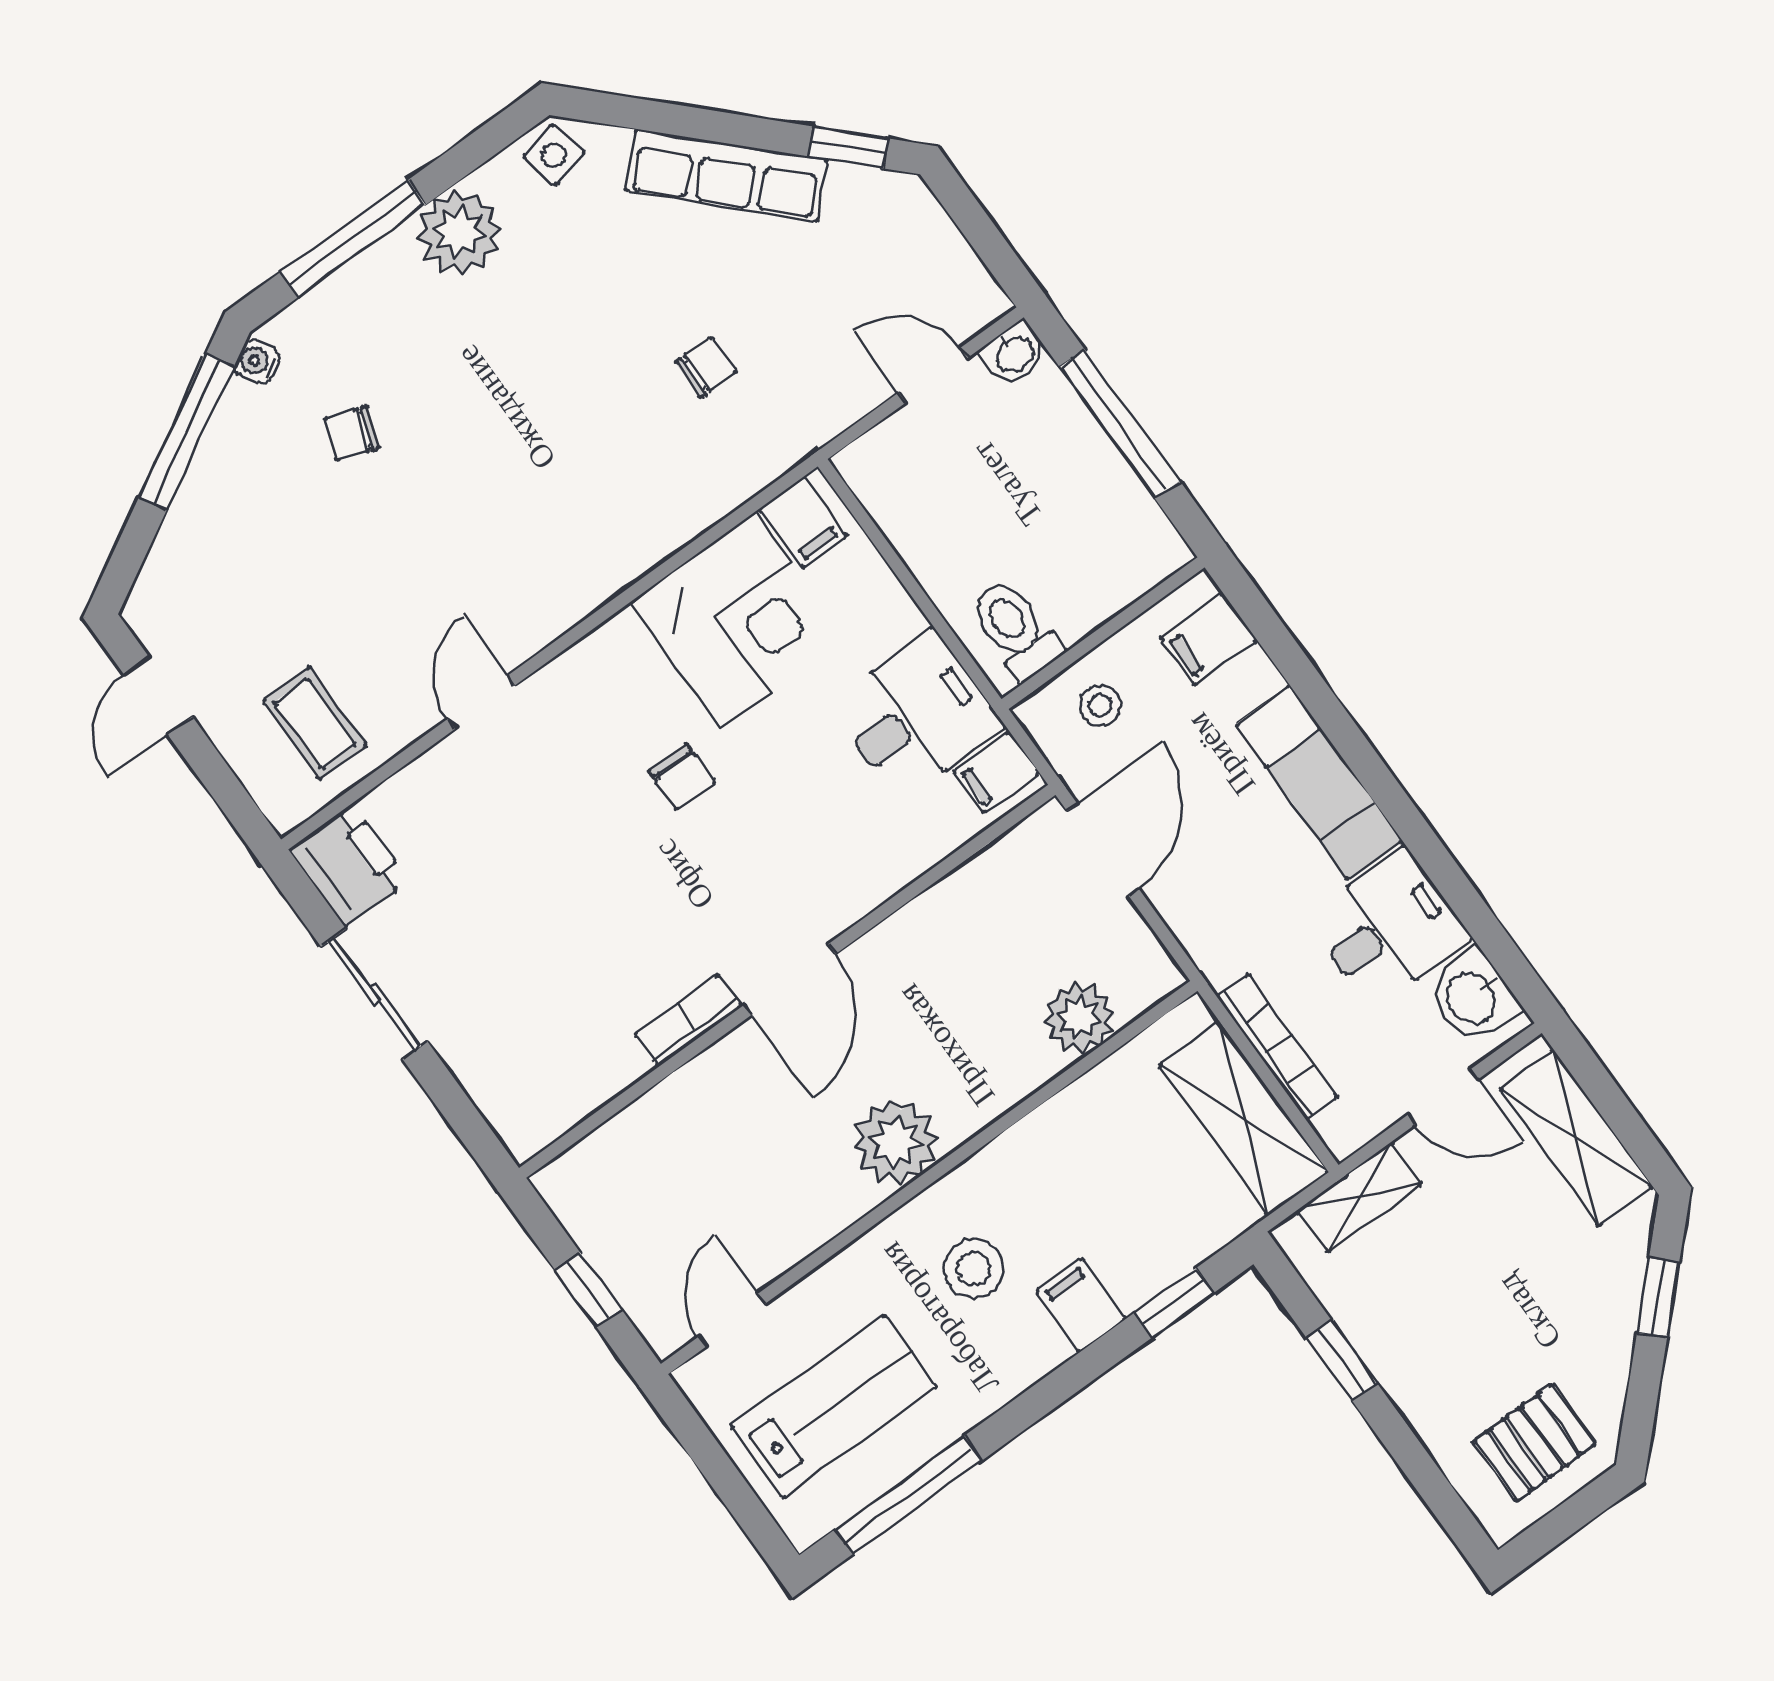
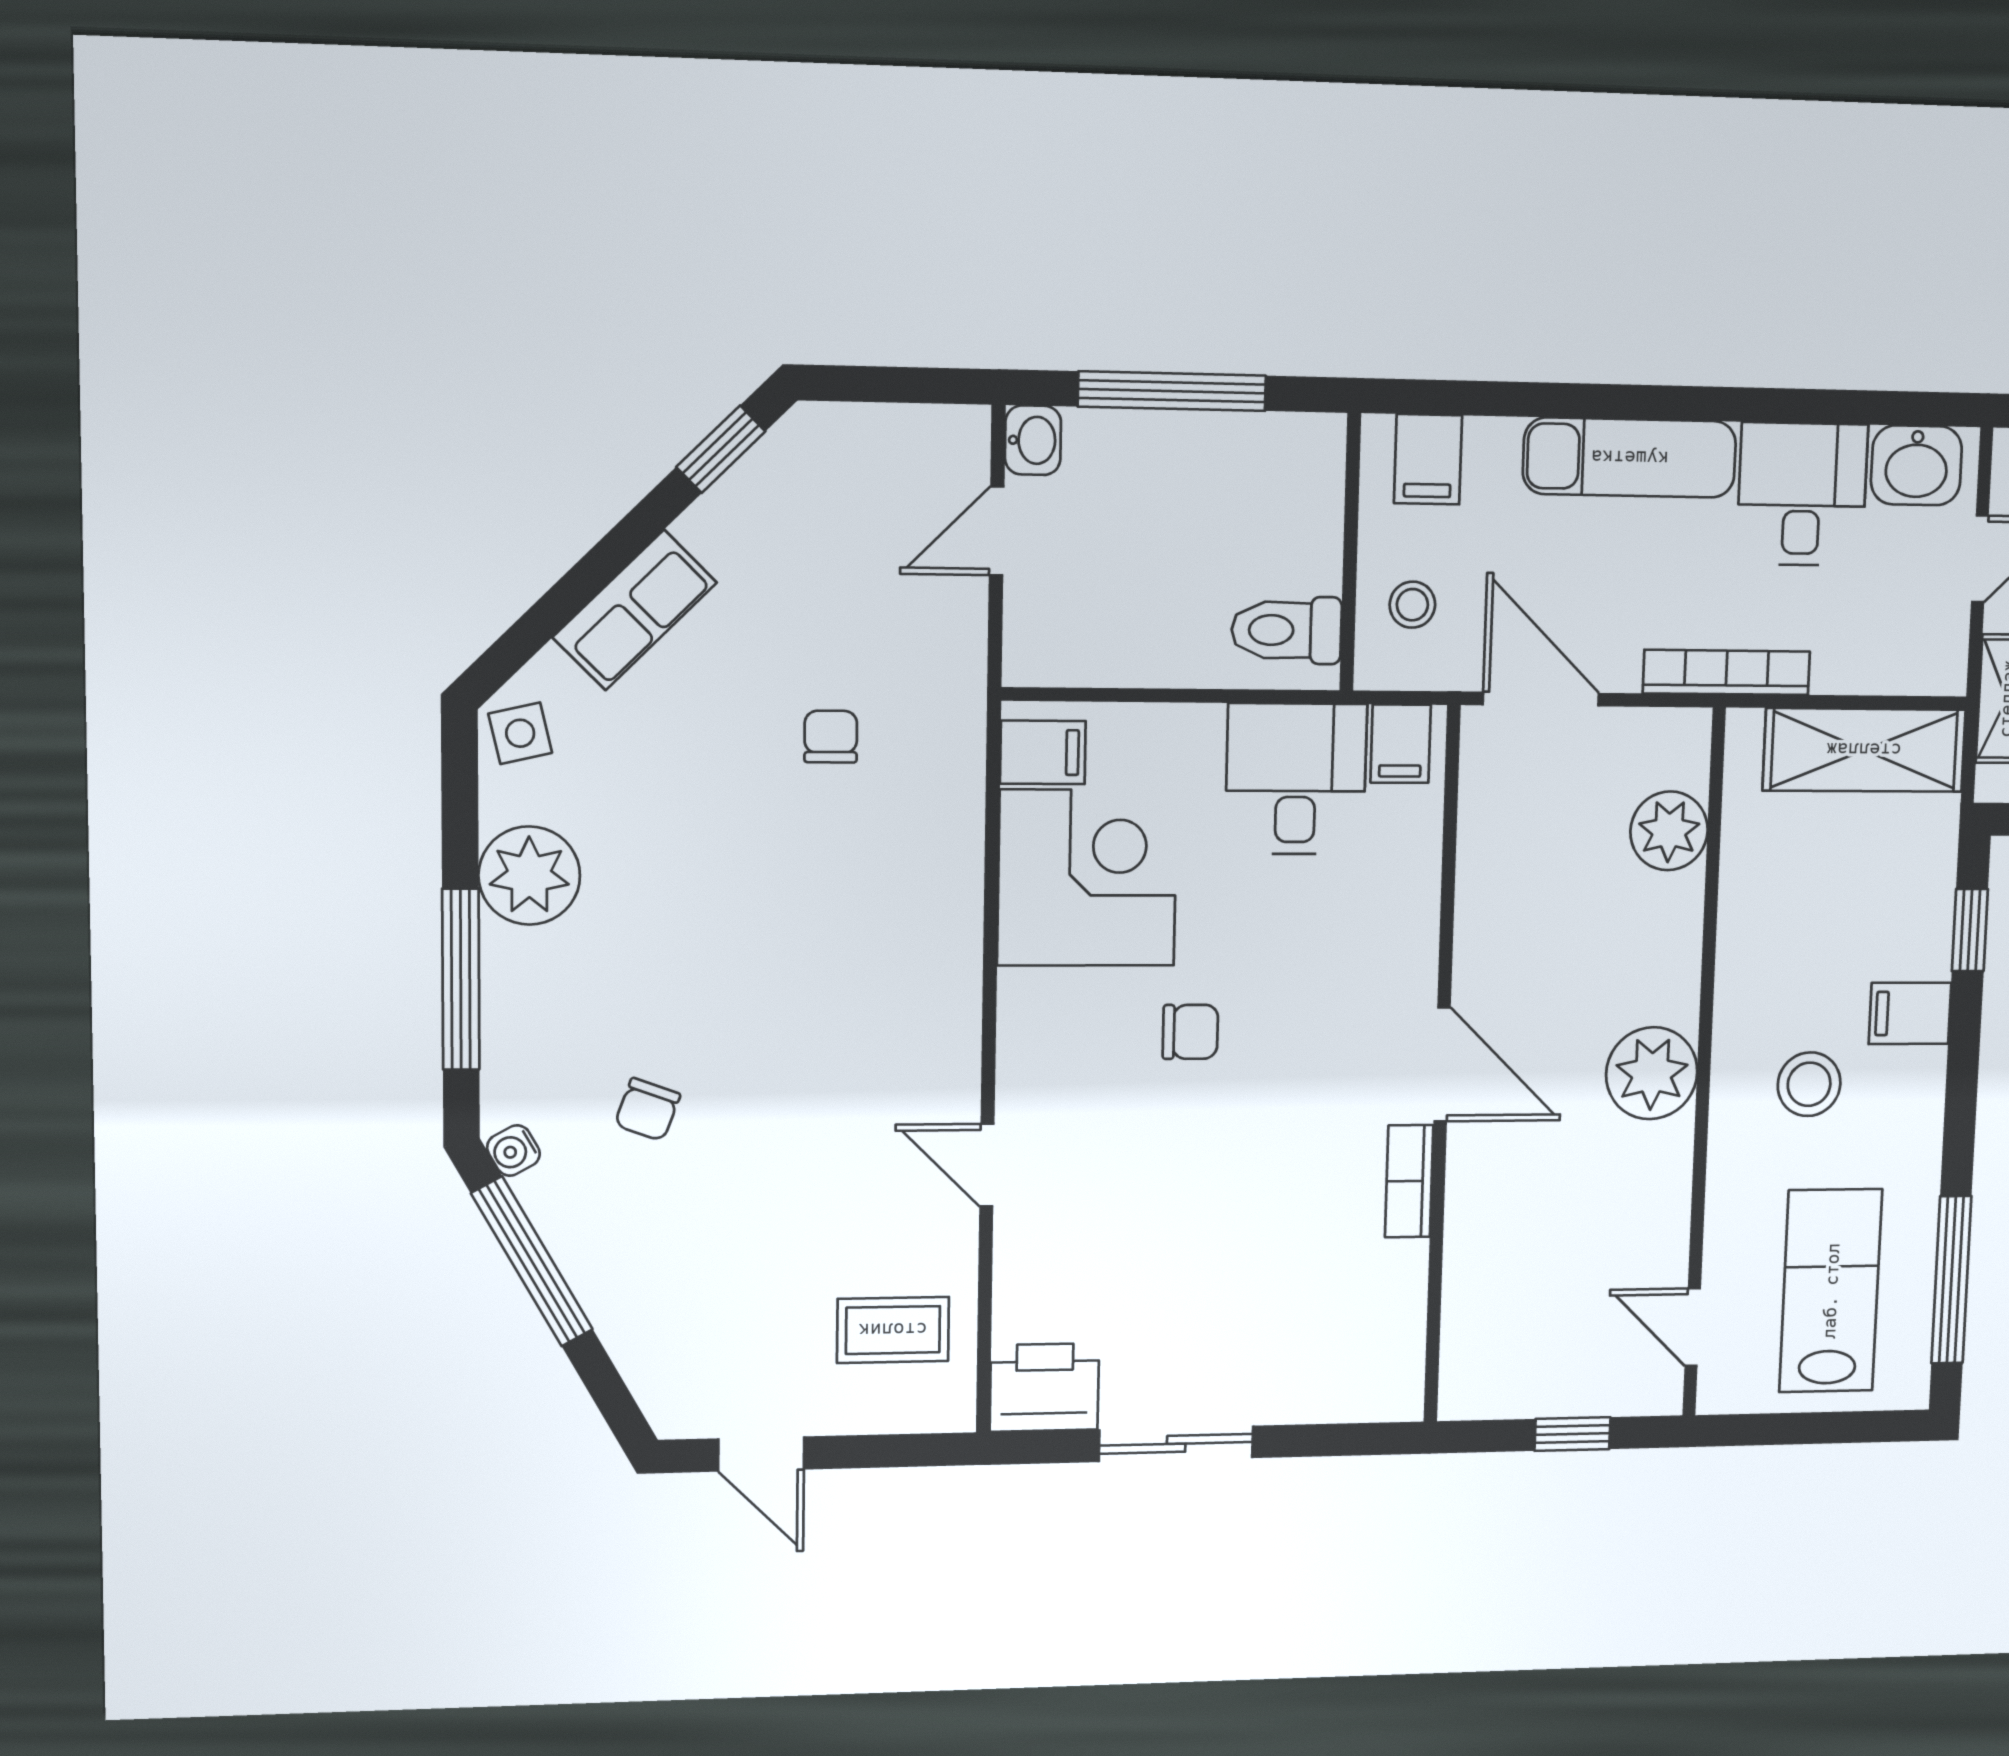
row of seats: (726, 175) -> (635, 610), width x0.68
bookcase: (1277, 1046) -> (1726, 672), moved

